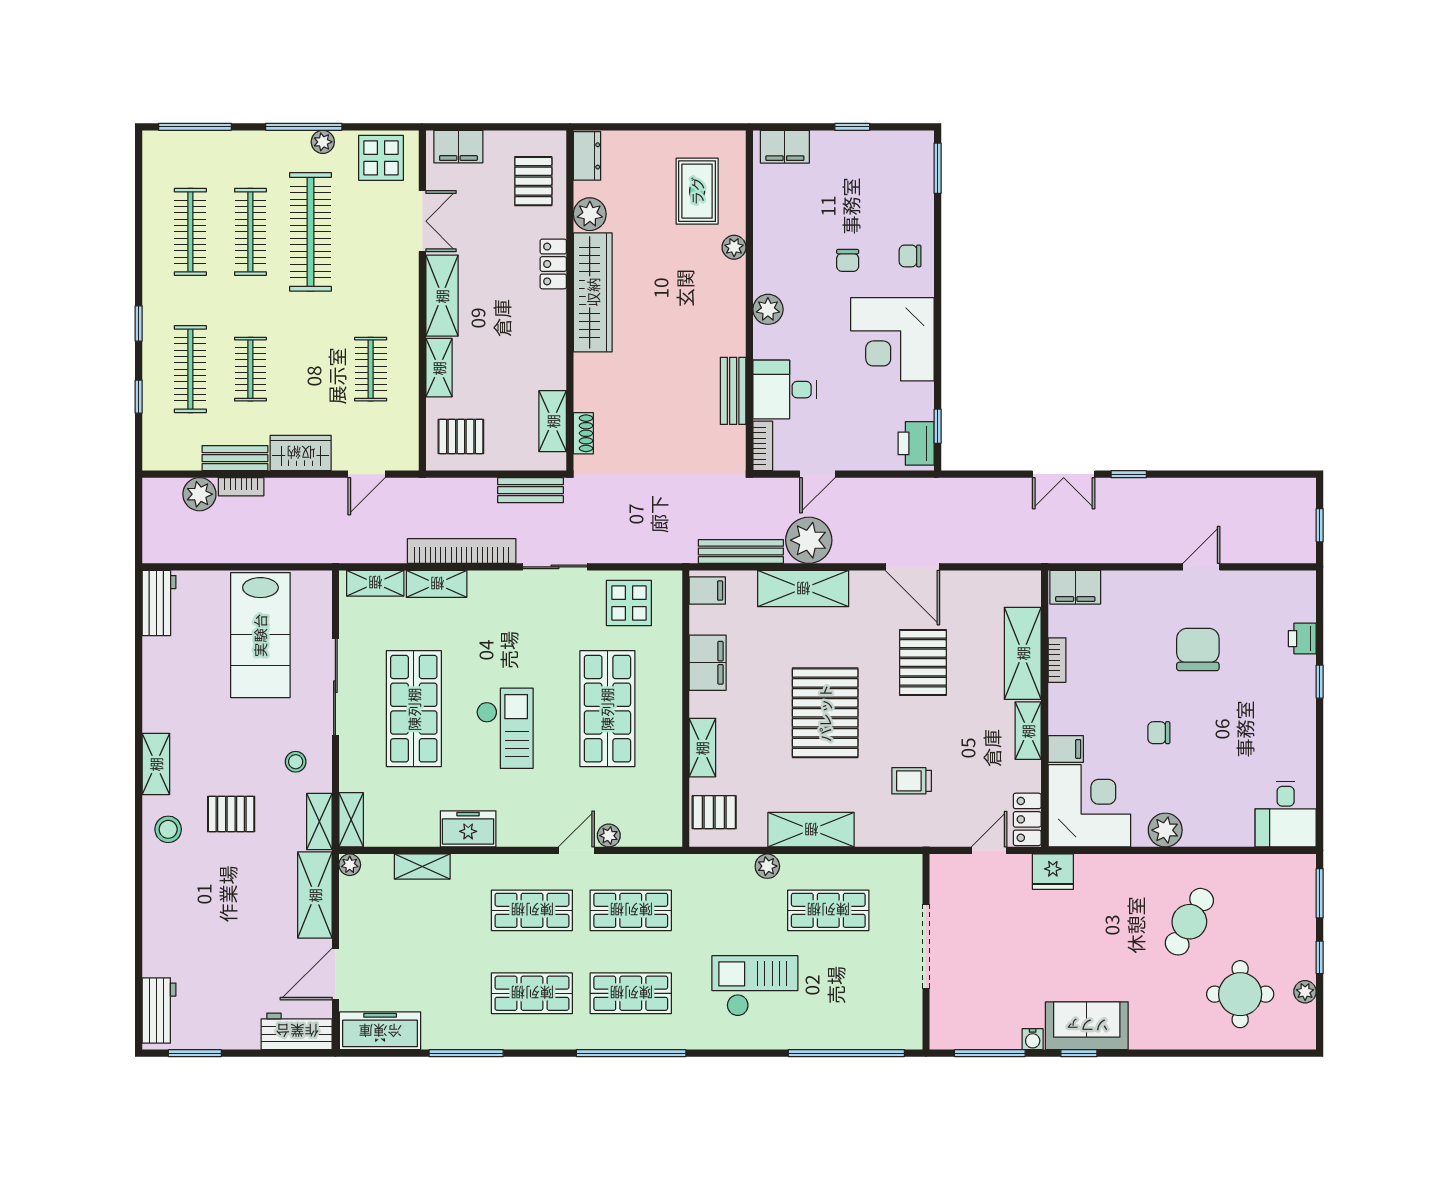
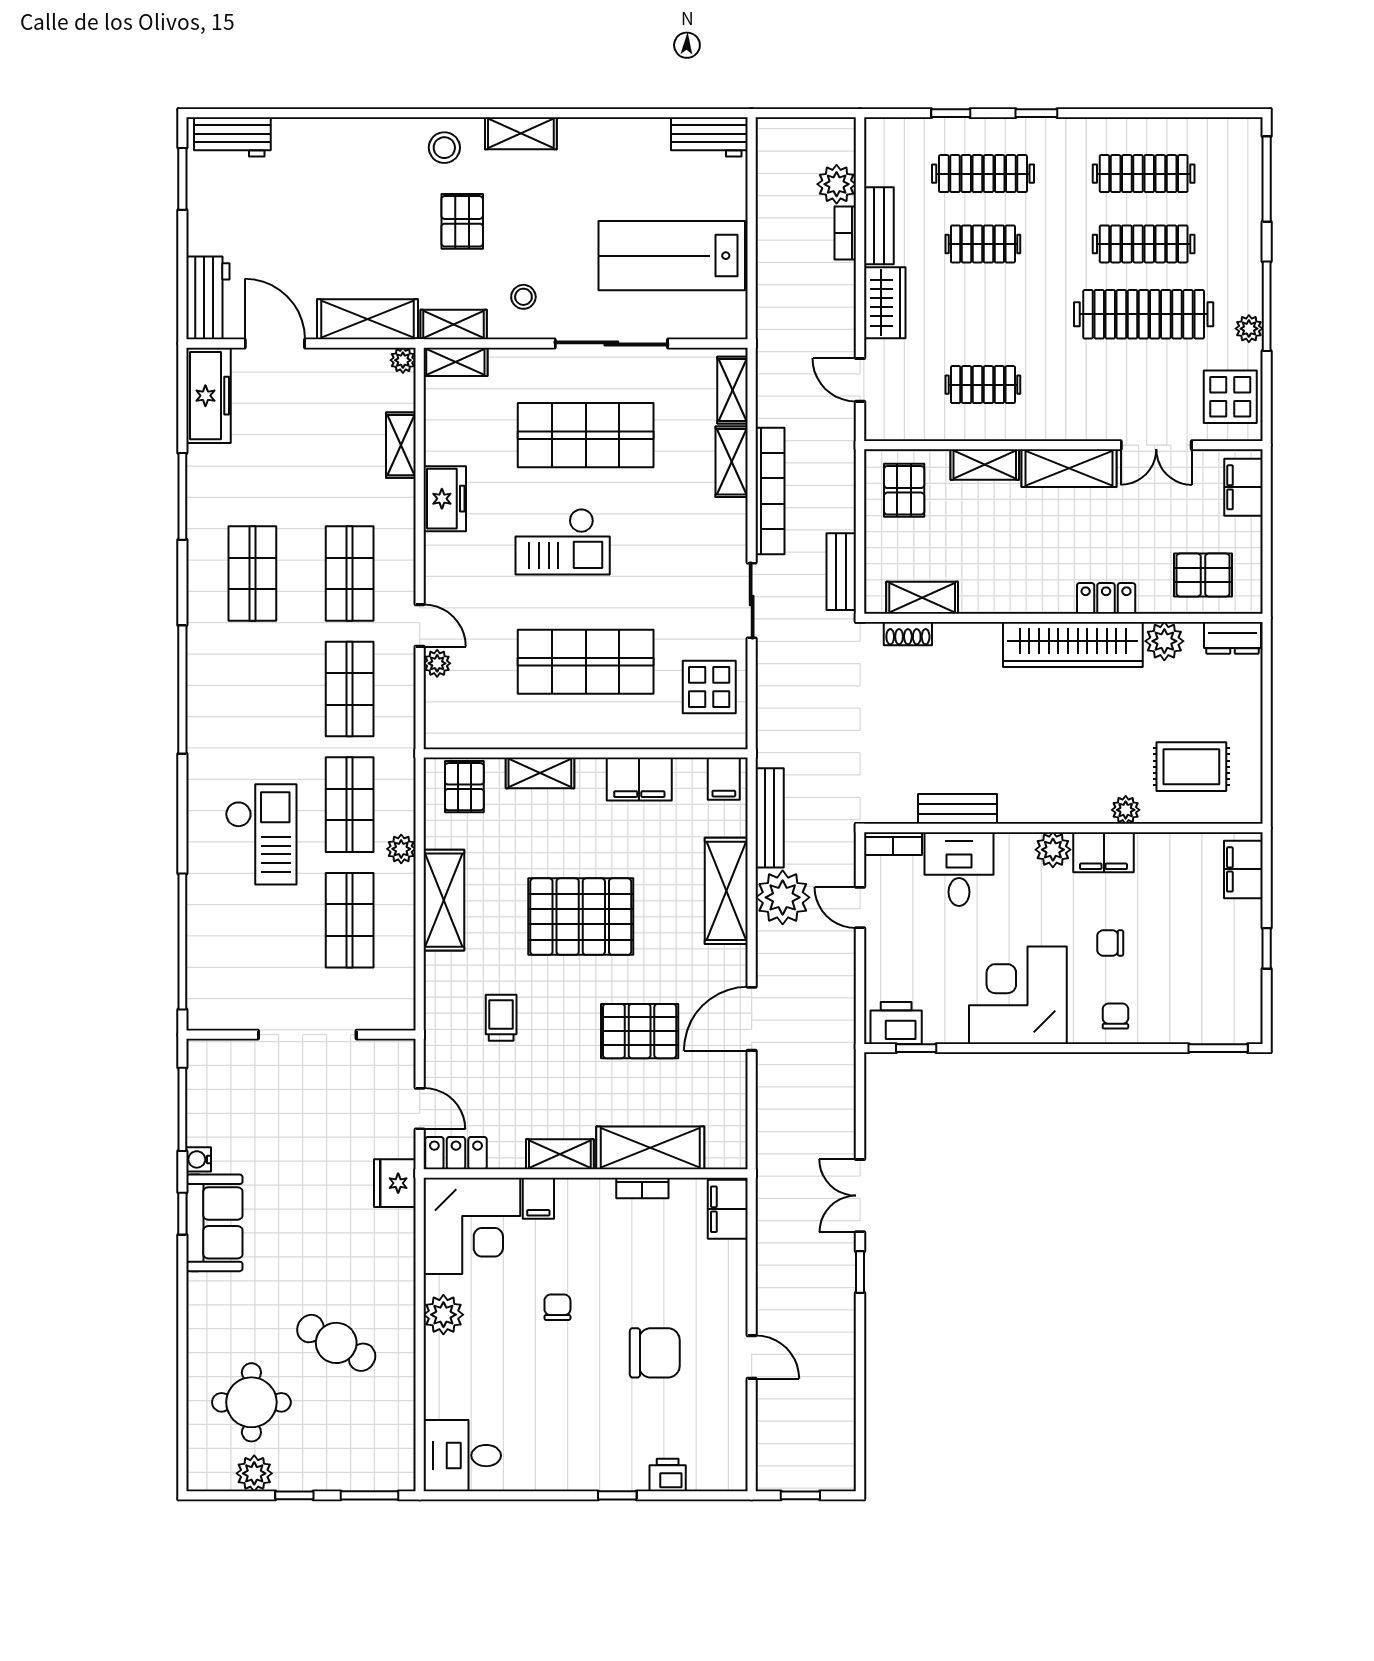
filing cabinet: (770, 266) -> (1104, 852), added
plant: (1305, 992) -> (254, 1473), width x1.38, depth x1.38
shop shelf: (631, 993) -> (350, 805), moved

